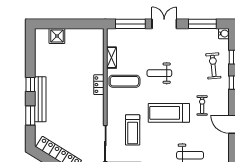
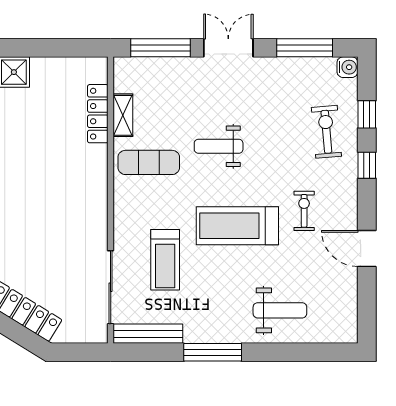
locker: (99, 85) -> (98, 114), moved, width x1.53

